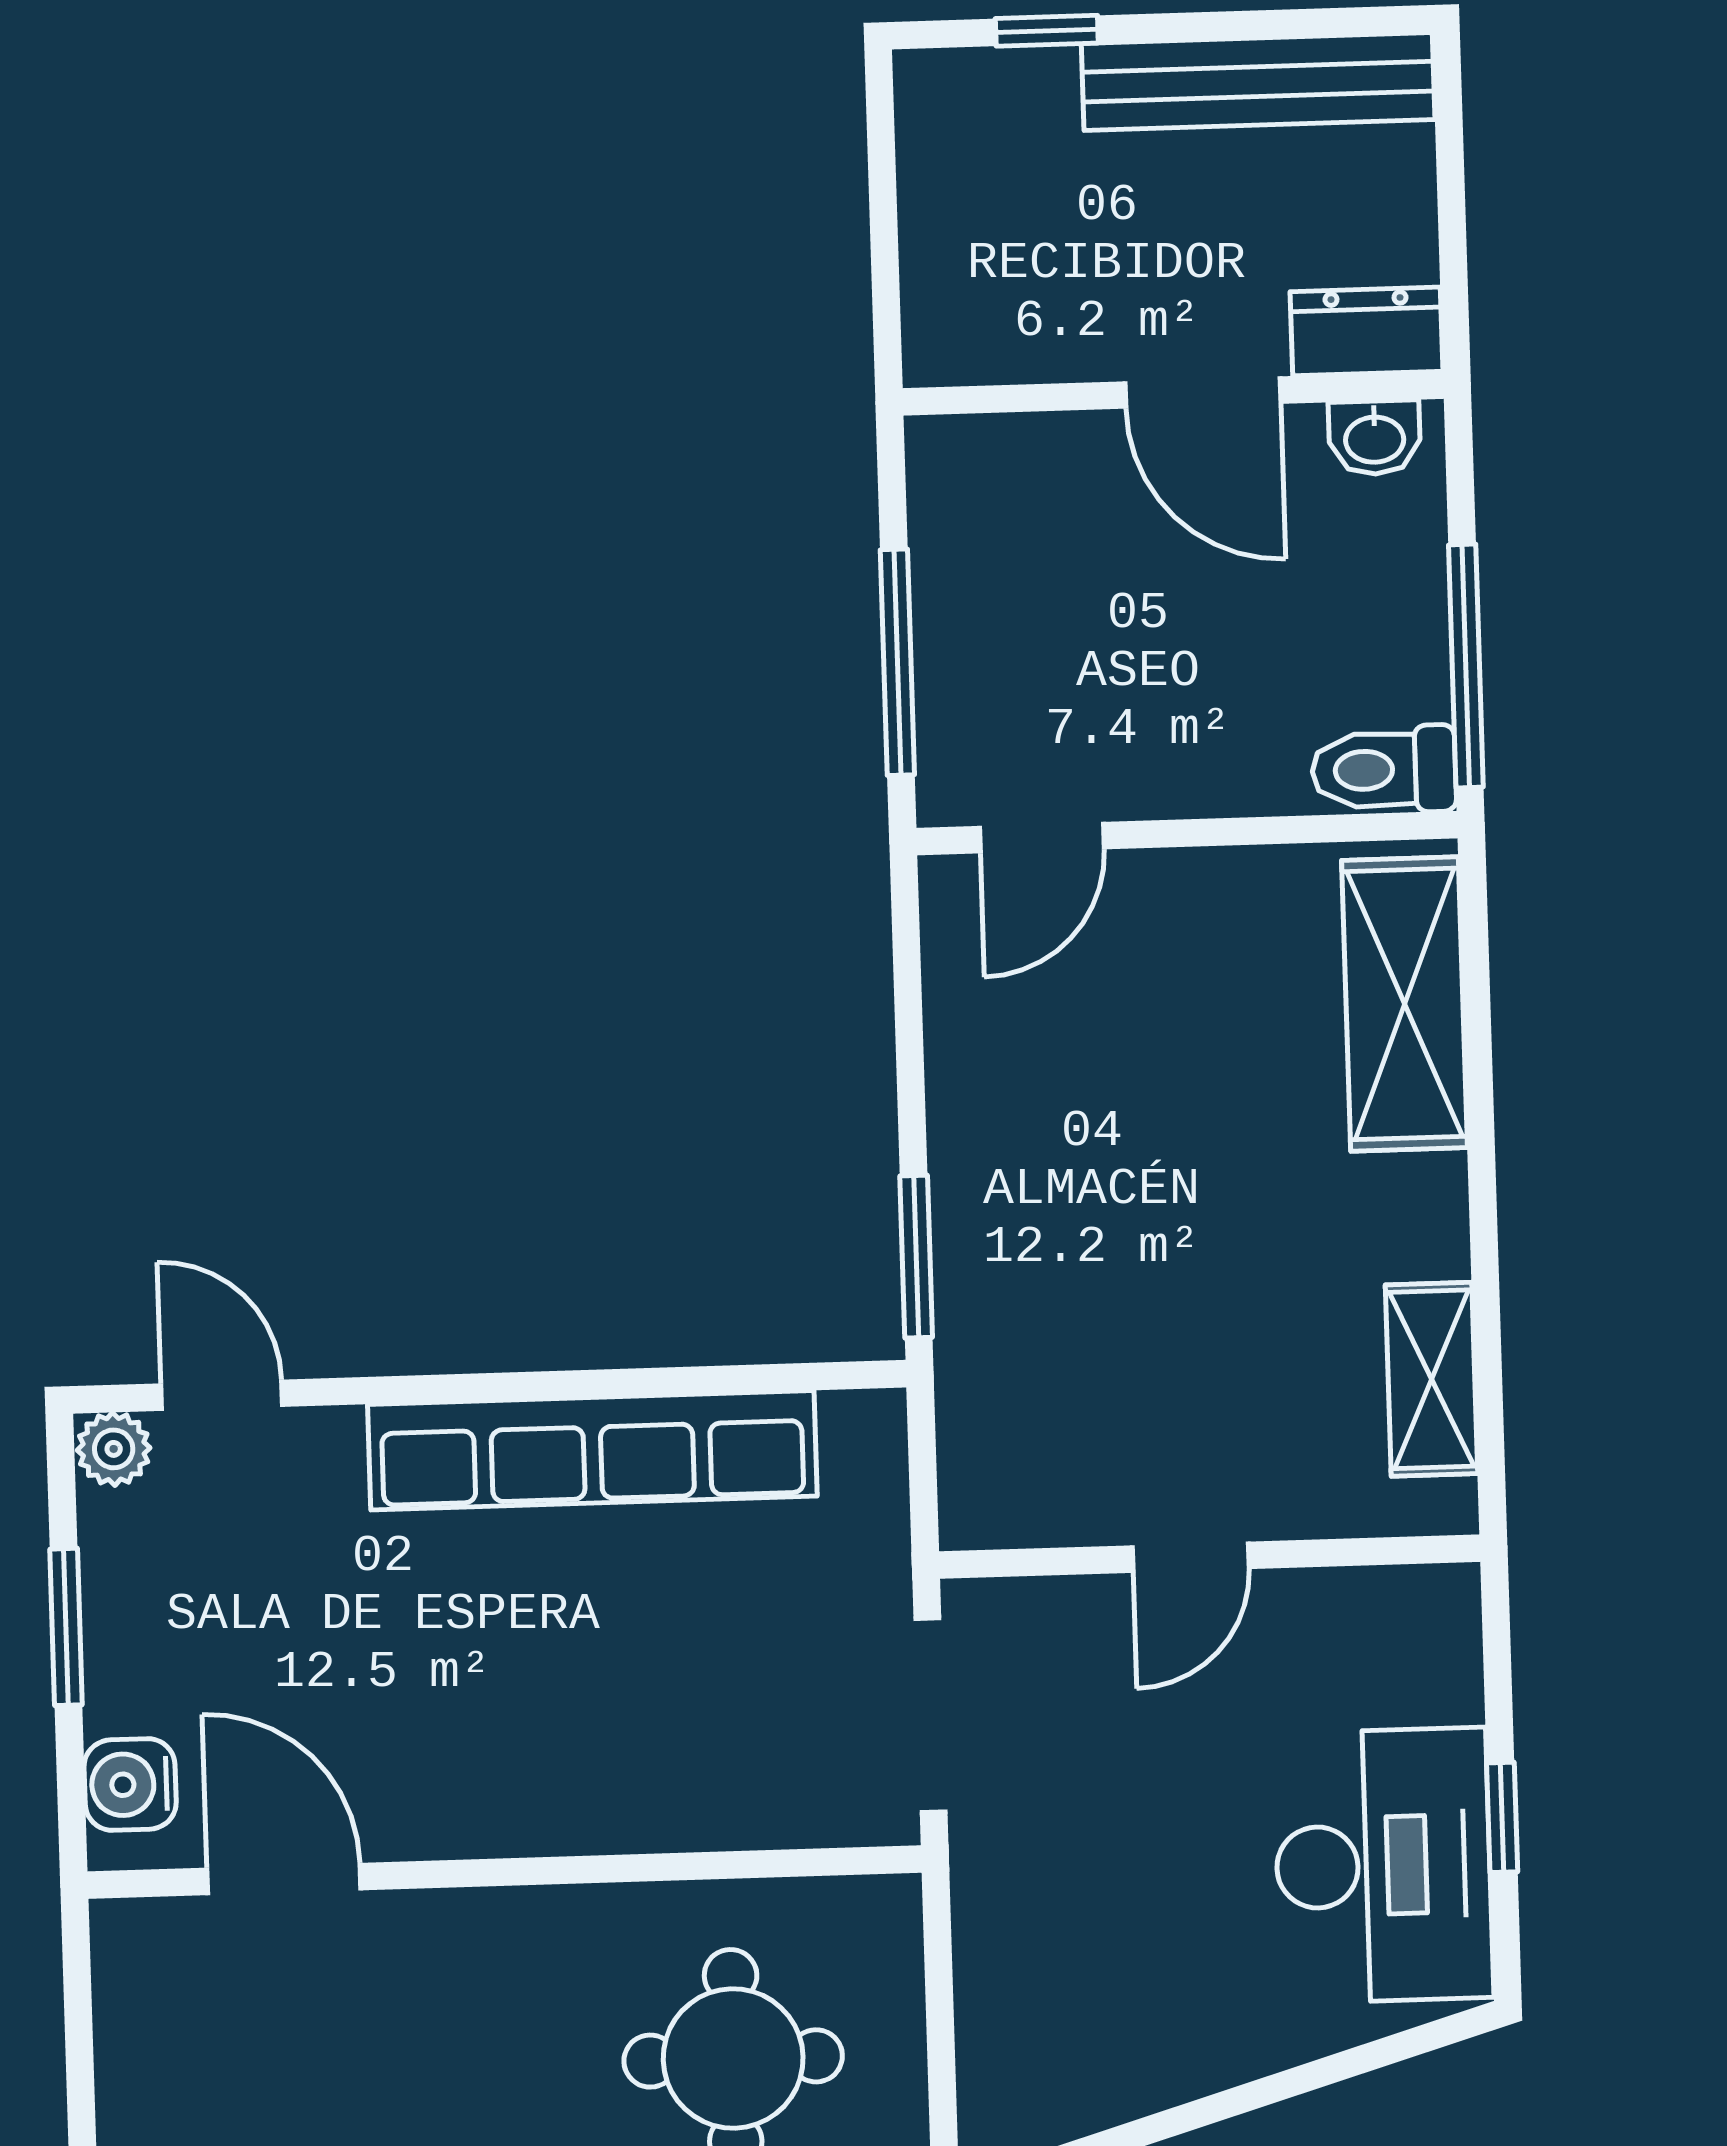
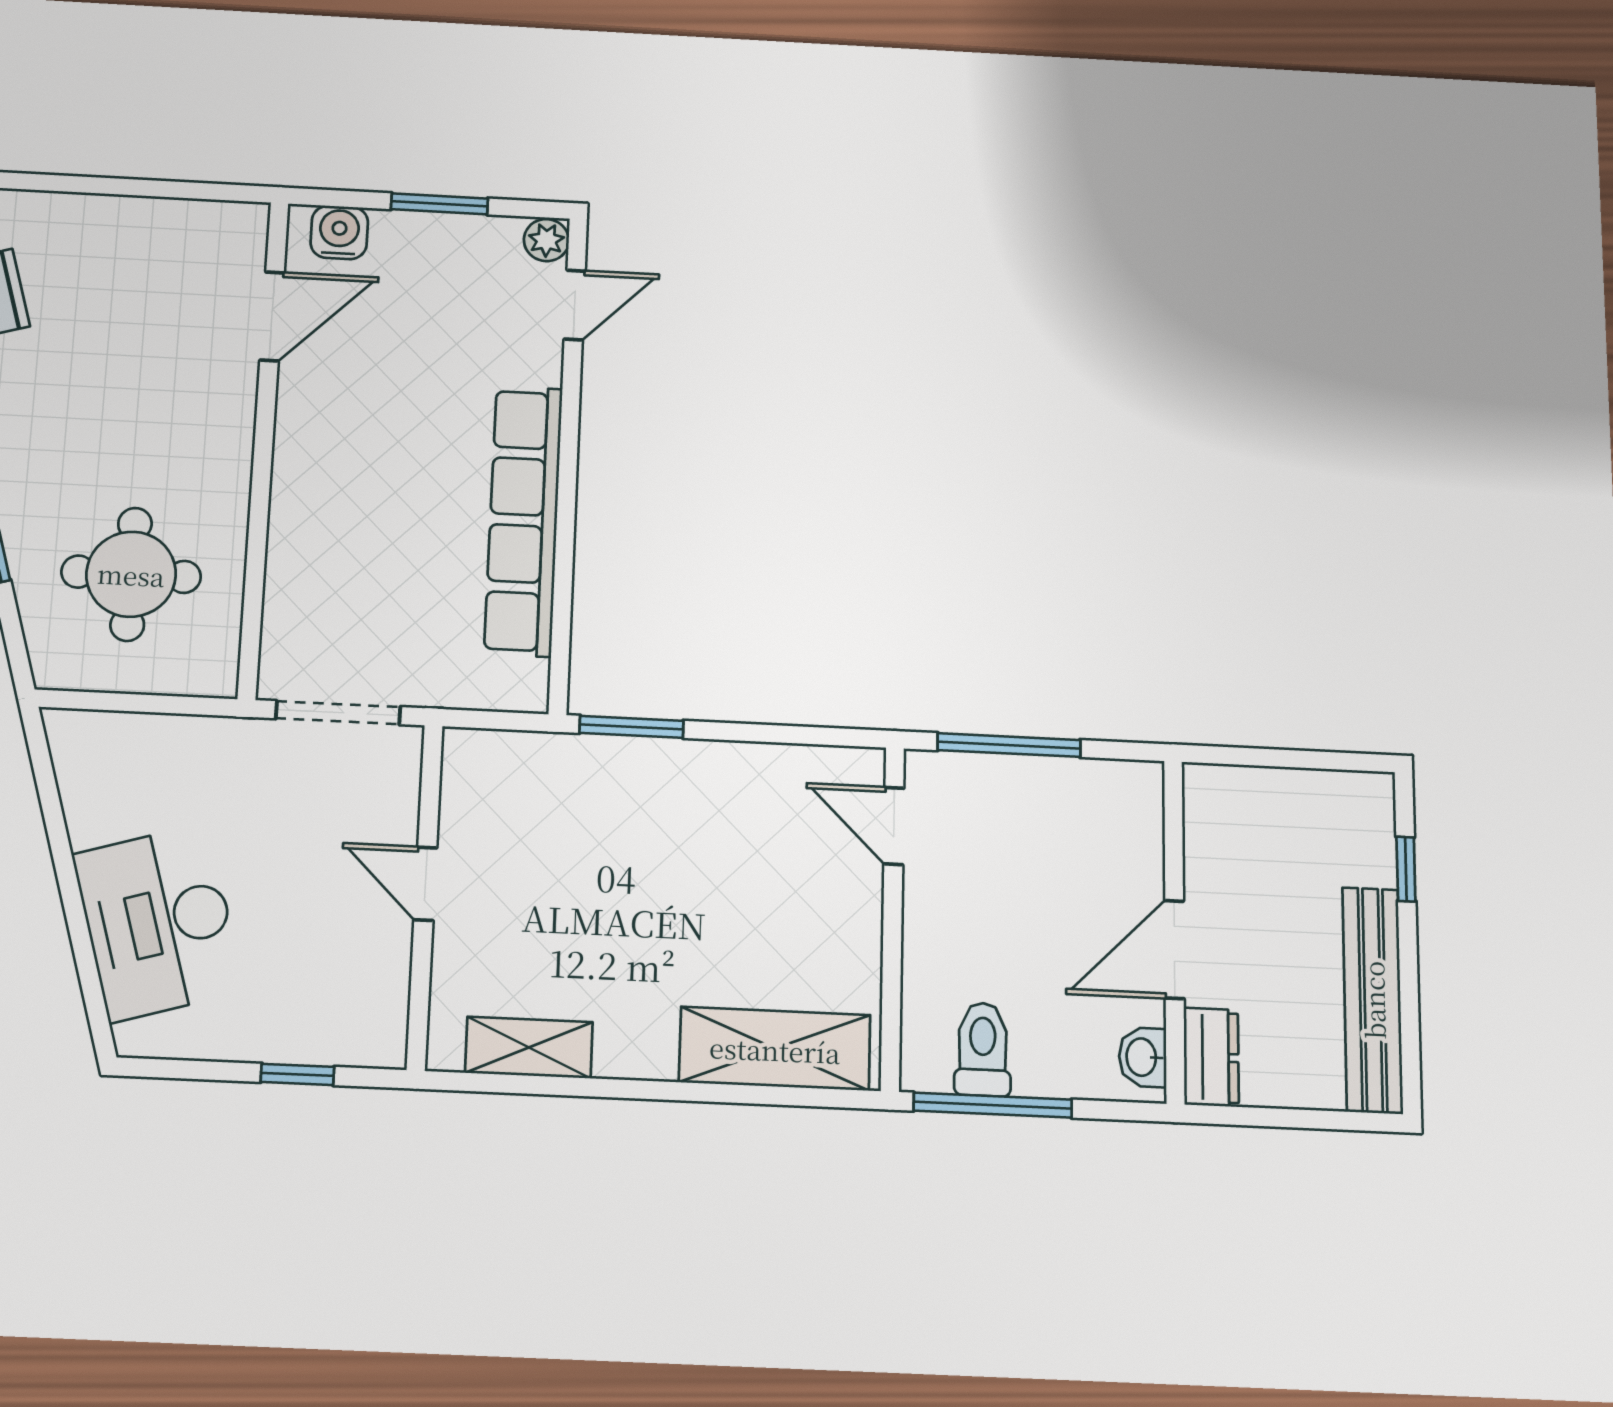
toilet: (1384, 770) -> (983, 1049), moved
window: (1502, 1817) -> (297, 1074), moved
desk: (1383, 1865) -> (158, 922), moved, turned 73

